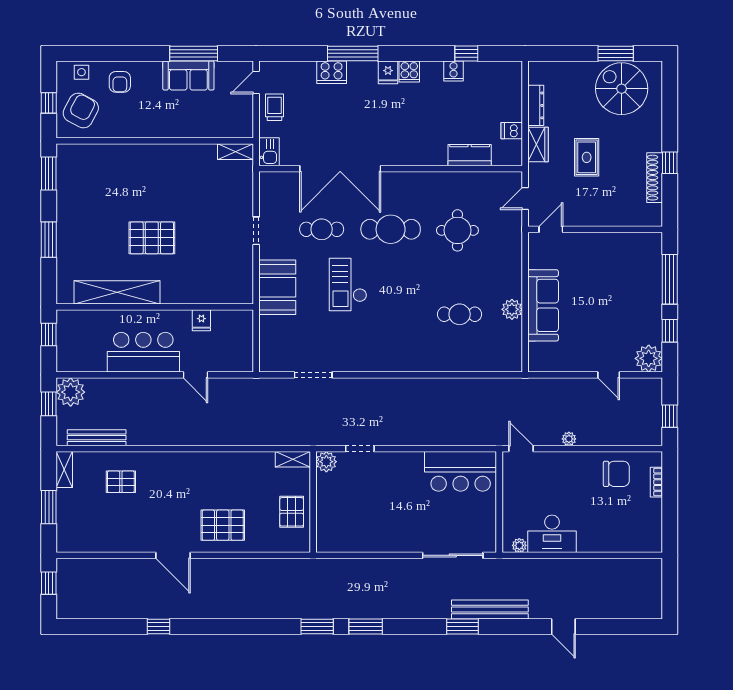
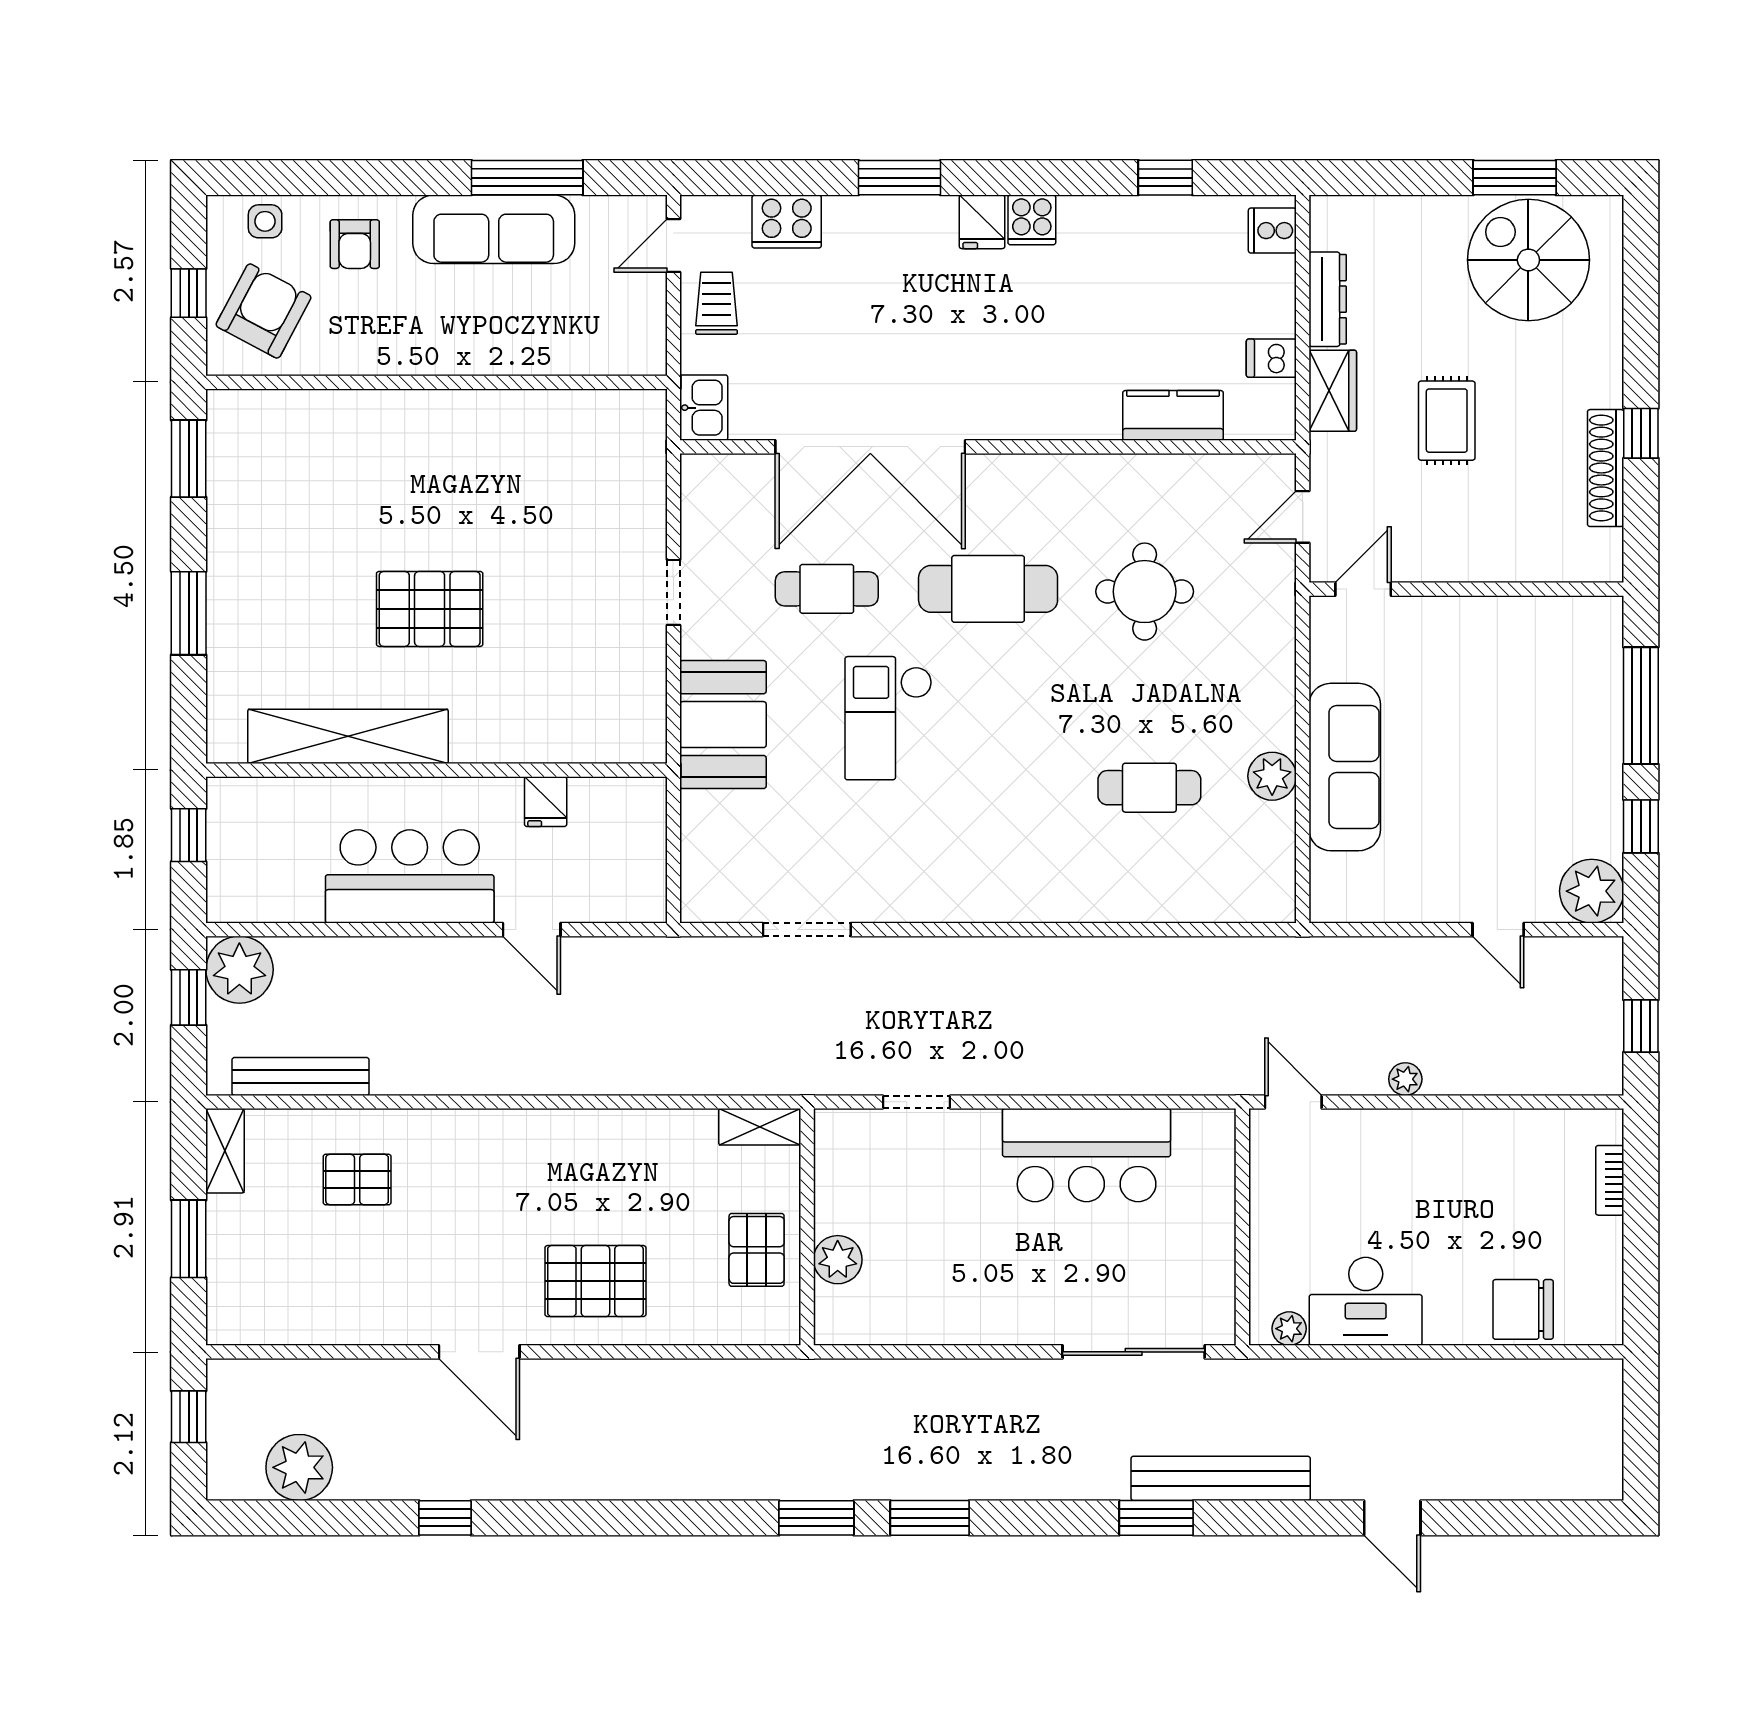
window: (353, 53) -> (900, 178), width x0.69
cooker: (454, 71) -> (1272, 231), moved, turned 90
cooker: (332, 72) -> (787, 221), moved
sofa: (188, 76) -> (494, 229), width x1.36
shelving: (236, 152) -> (625, 407), removed
plant: (326, 462) -> (838, 1260), moved
bar counter: (461, 471) -> (1087, 1155), moved
chair: (616, 474) -> (1523, 1309), moved, turned 180
plant: (96, 605) -> (299, 1467), added

